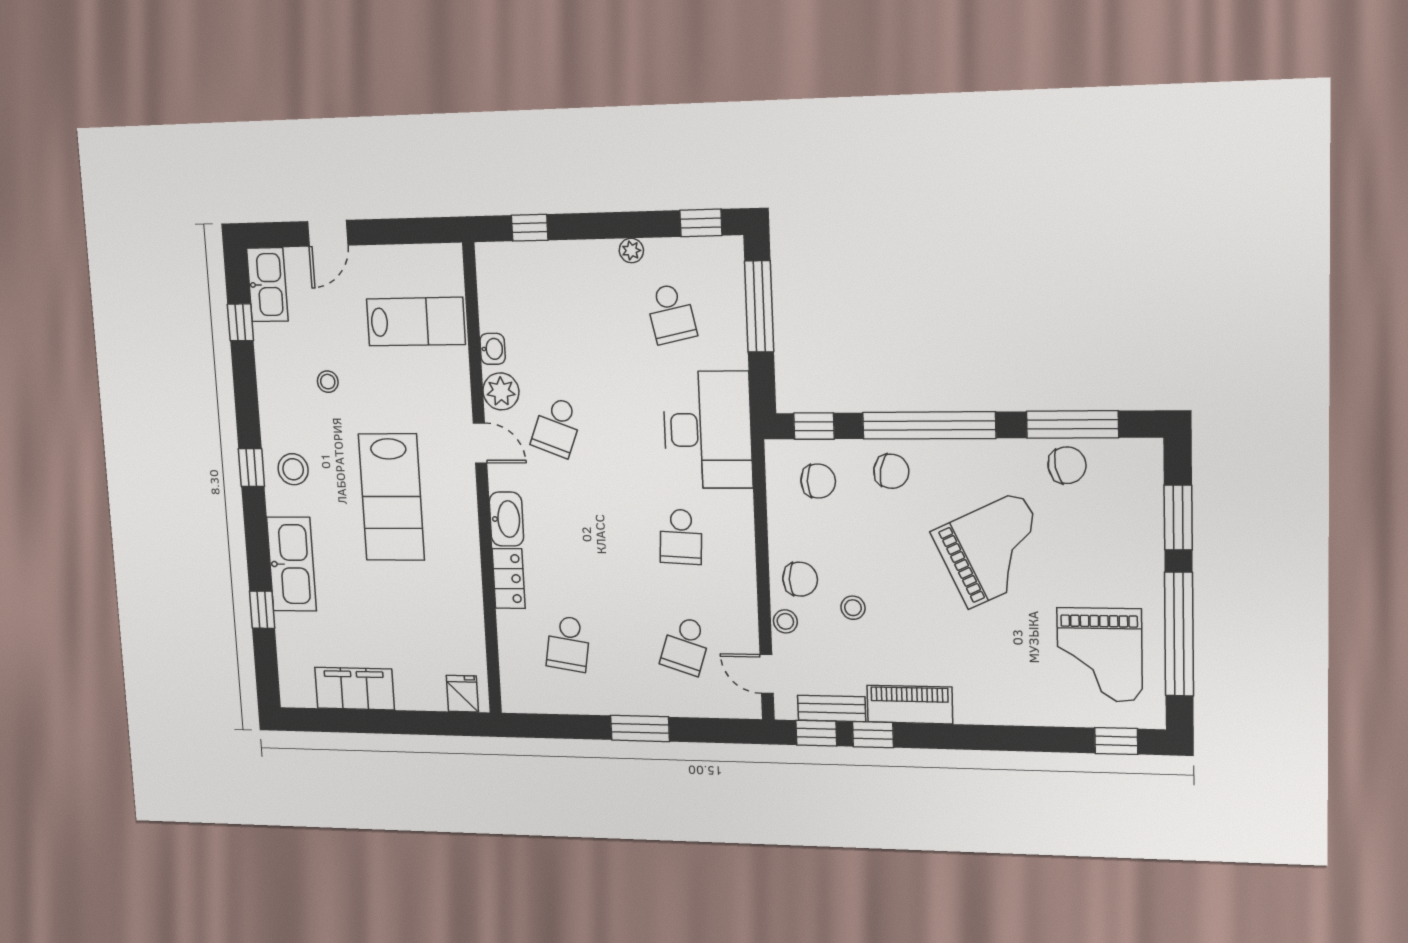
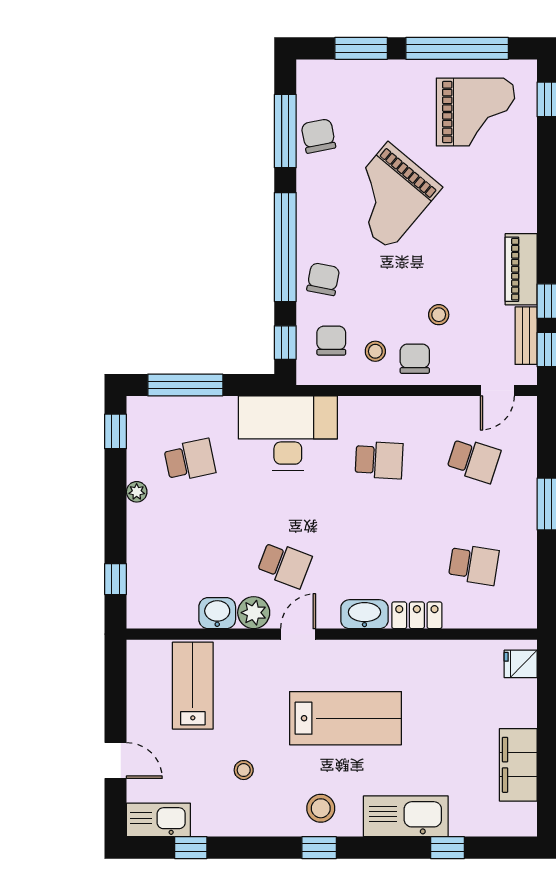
washbasin: (493, 349) -> (217, 613), width x1.38, depth x1.45
grand piano: (994, 550) -> (389, 196), turned -115
stool: (785, 621) -> (375, 351), moved

